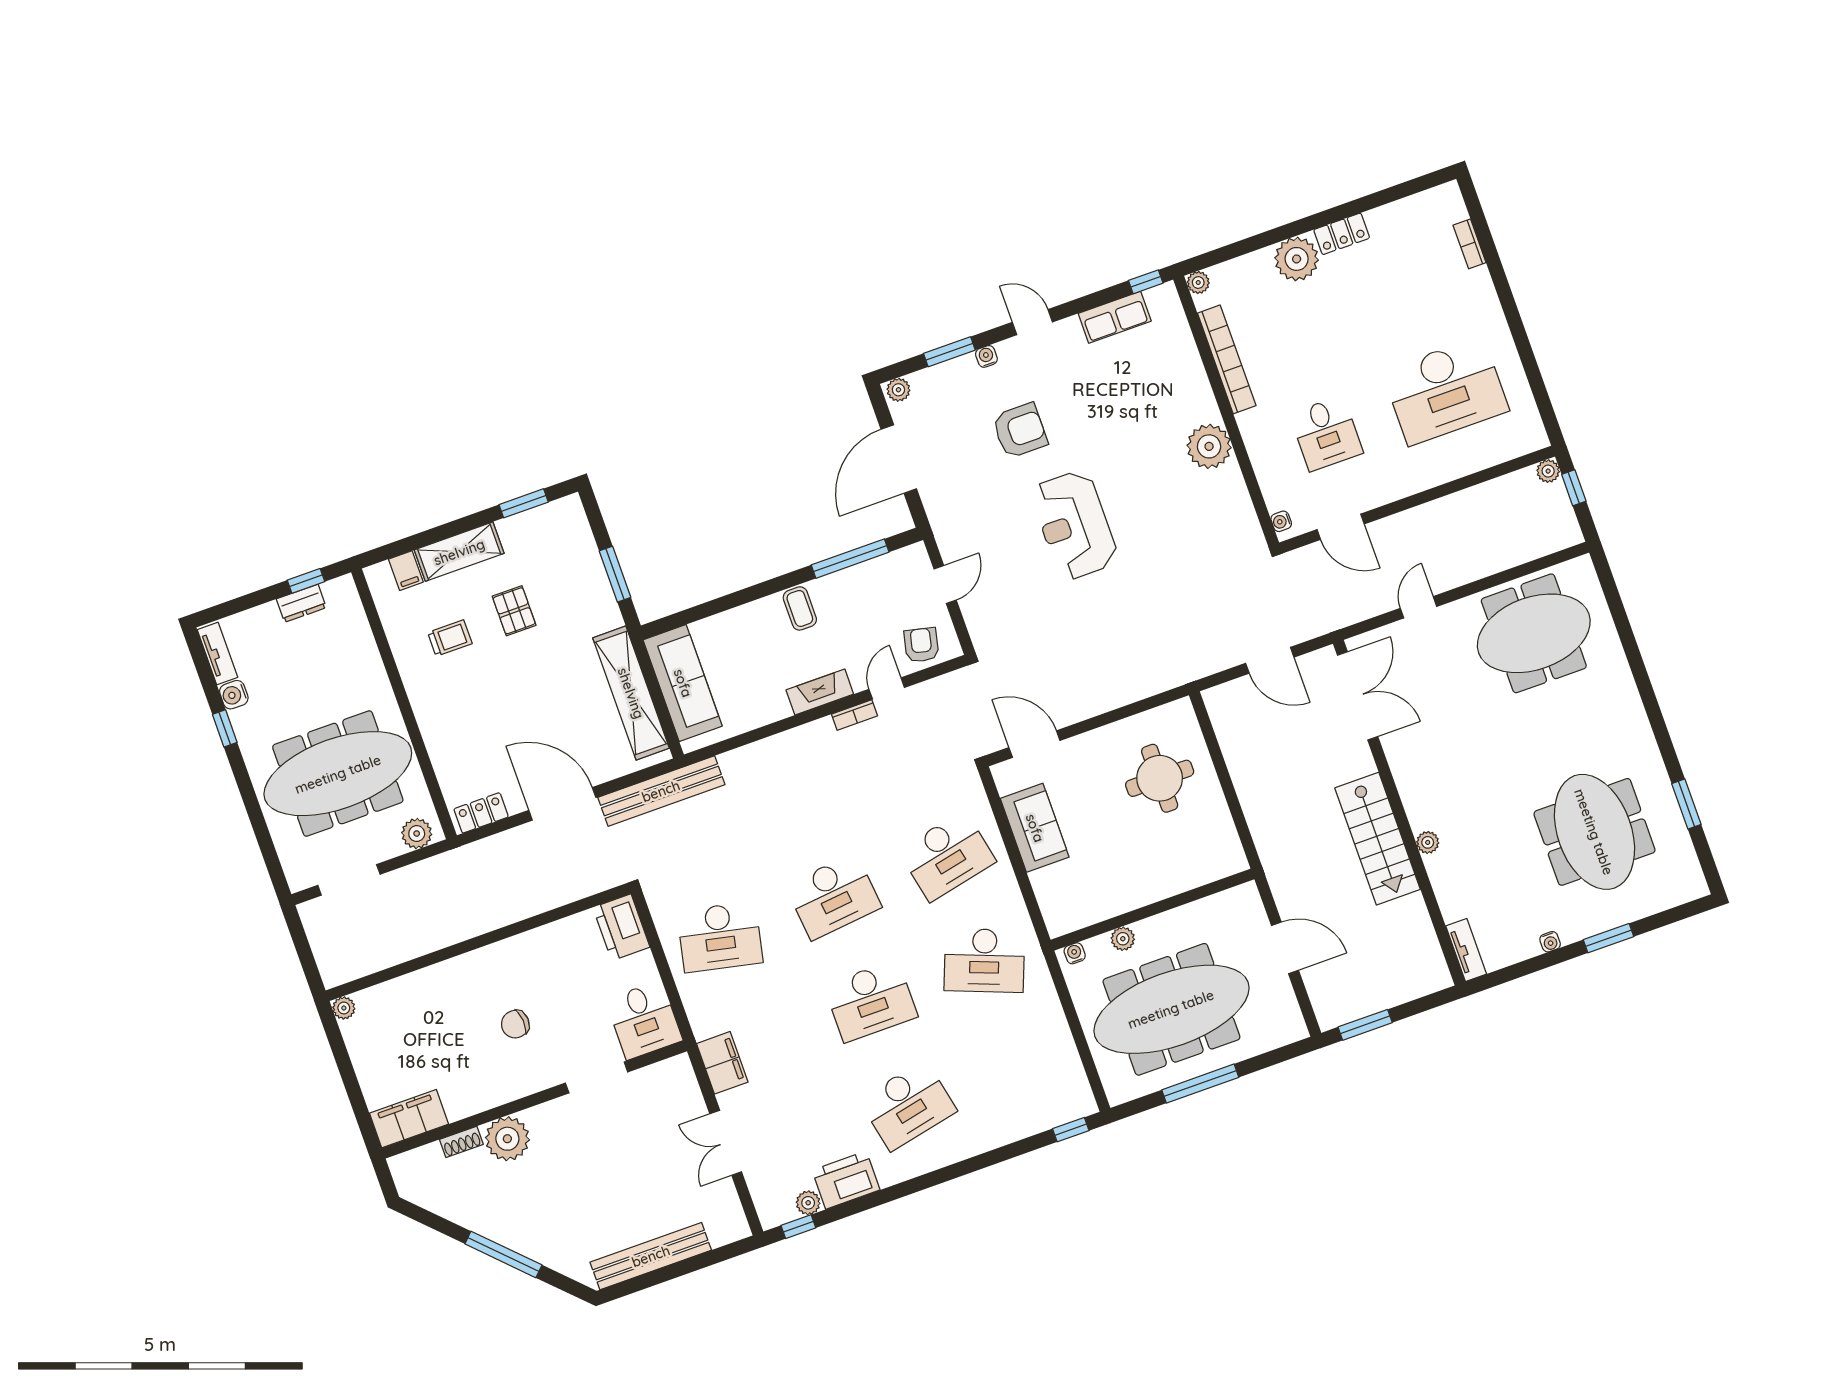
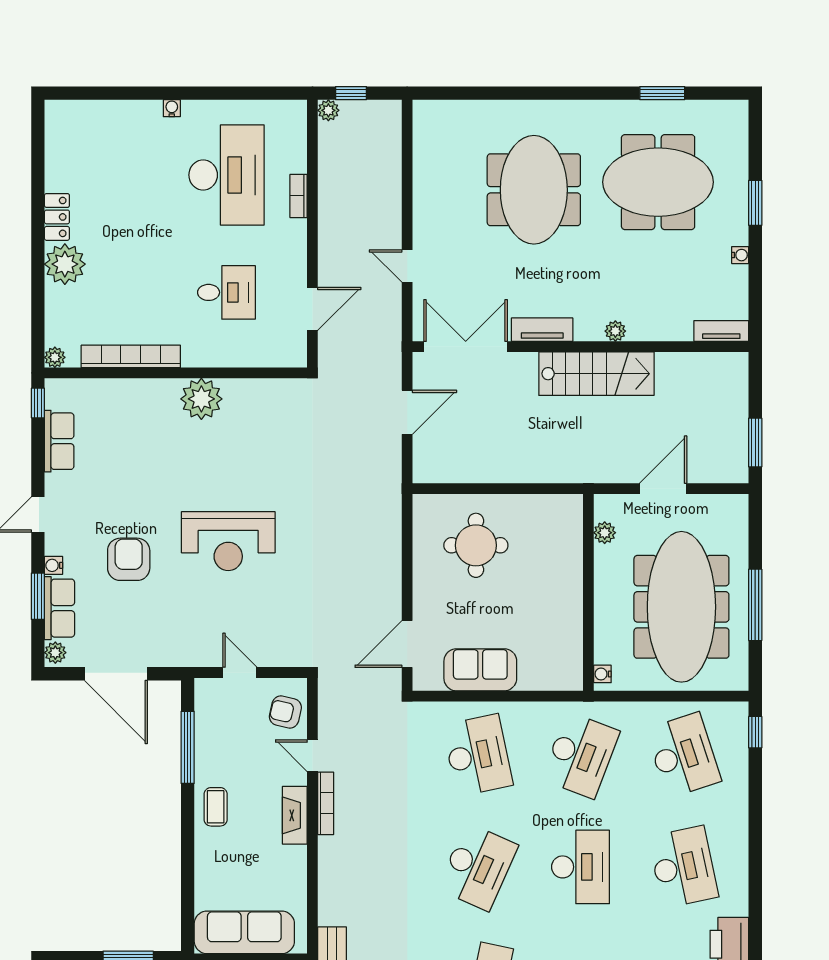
bookcase: (1470, 244) -> (299, 196), moved, turned 90
row of seats: (945, 378) -> (60, 608), added
water cooler: (1281, 521) -> (172, 108), moved, turned 180
coffee table: (800, 608) -> (216, 807), turned 90
meeting table: (1534, 633) -> (534, 190), moved
bookcase: (855, 715) -> (326, 803), width x1.56
tv unit: (1403, 768) -> (542, 330), added
desk: (833, 896) -> (478, 867), turned 30
plant: (1123, 939) -> (605, 533), moved
desk: (1021, 1065) -> (683, 755), added

